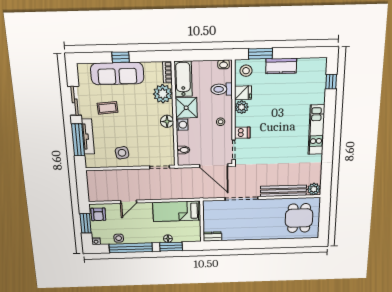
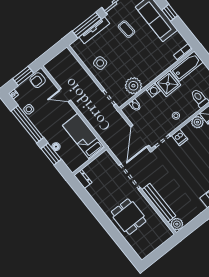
plant: (163, 94) -> (133, 86), moved
floor lamp: (167, 121) -> (148, 78), removed
dining table: (299, 218) -> (129, 217), moved, turned 90

